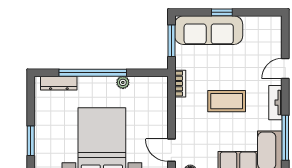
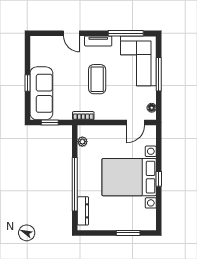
window: (171, 41) -> (50, 123), width x0.67
plant: (123, 82) -> (82, 142), moved

